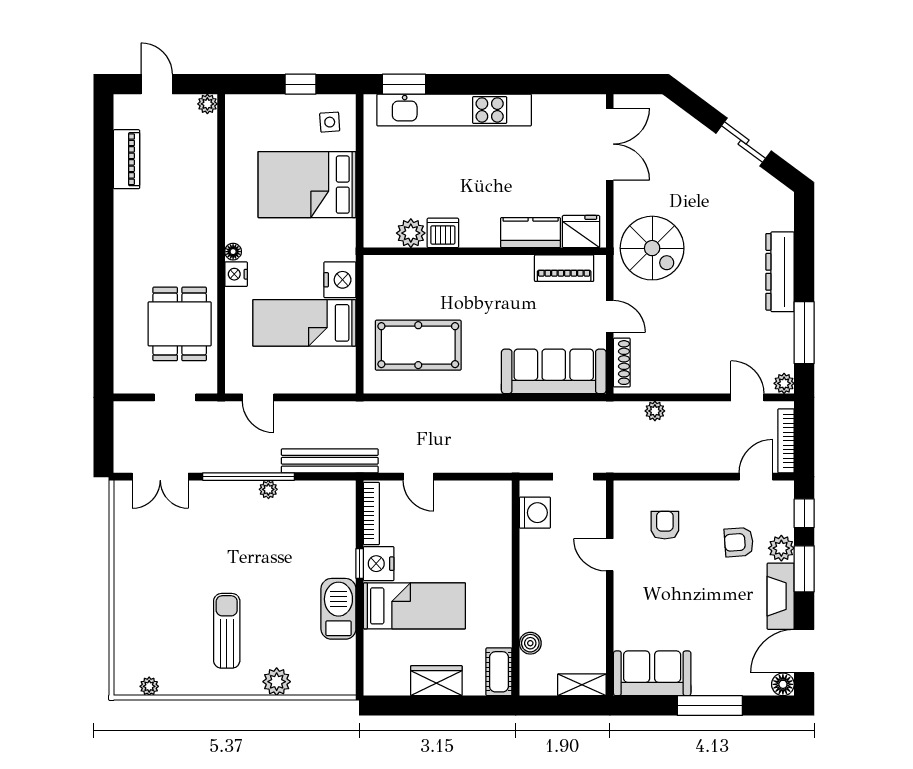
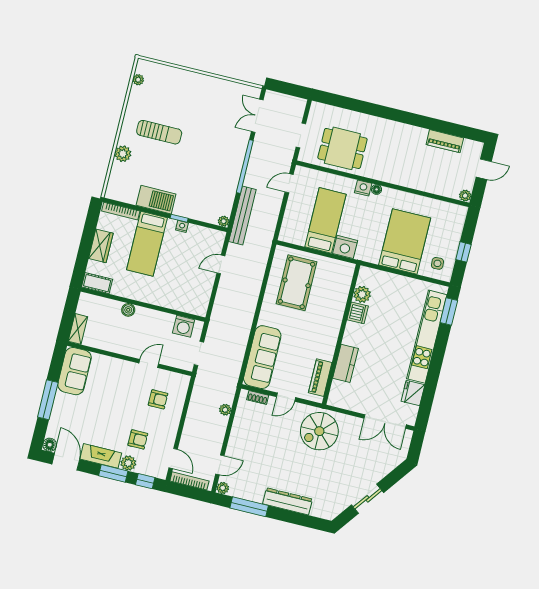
fridge: (581, 232) -> (413, 393), moved, turned 180
shoe rack: (622, 363) -> (258, 398), width x0.70
plant: (268, 489) -> (224, 221), moved
bookcase: (371, 513) -> (121, 211), moved
armchair: (739, 542) -> (138, 439), turned 94
nightstand: (379, 564) -> (182, 226), width x0.53, depth x0.56
boiler: (530, 643) -> (128, 310), moved

